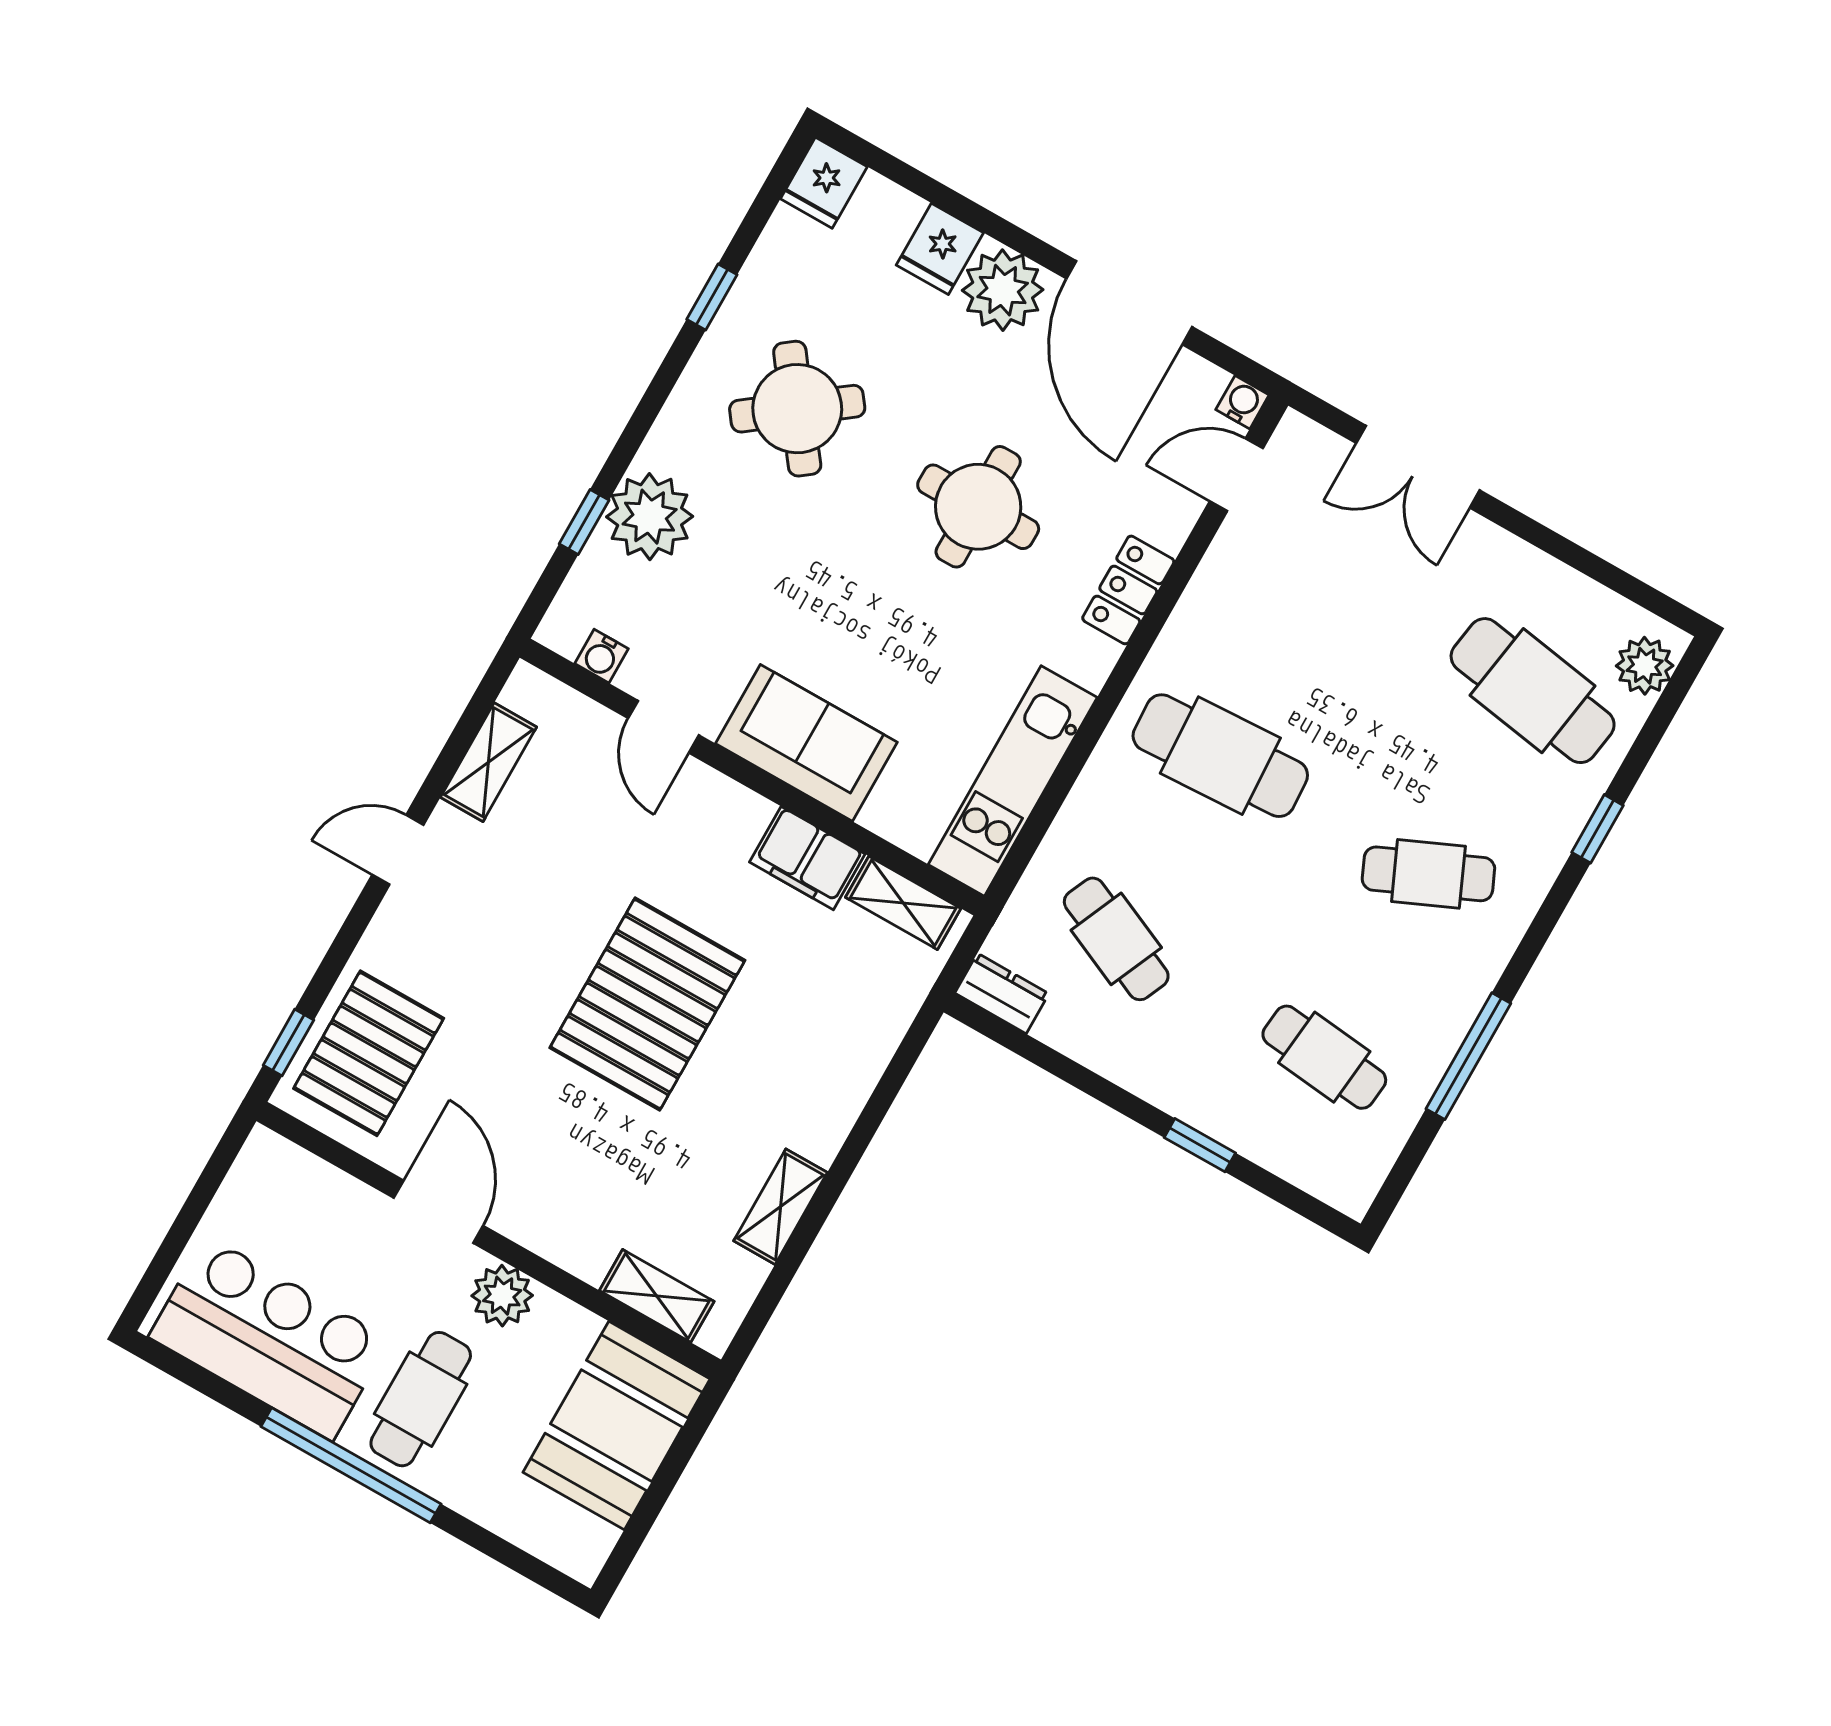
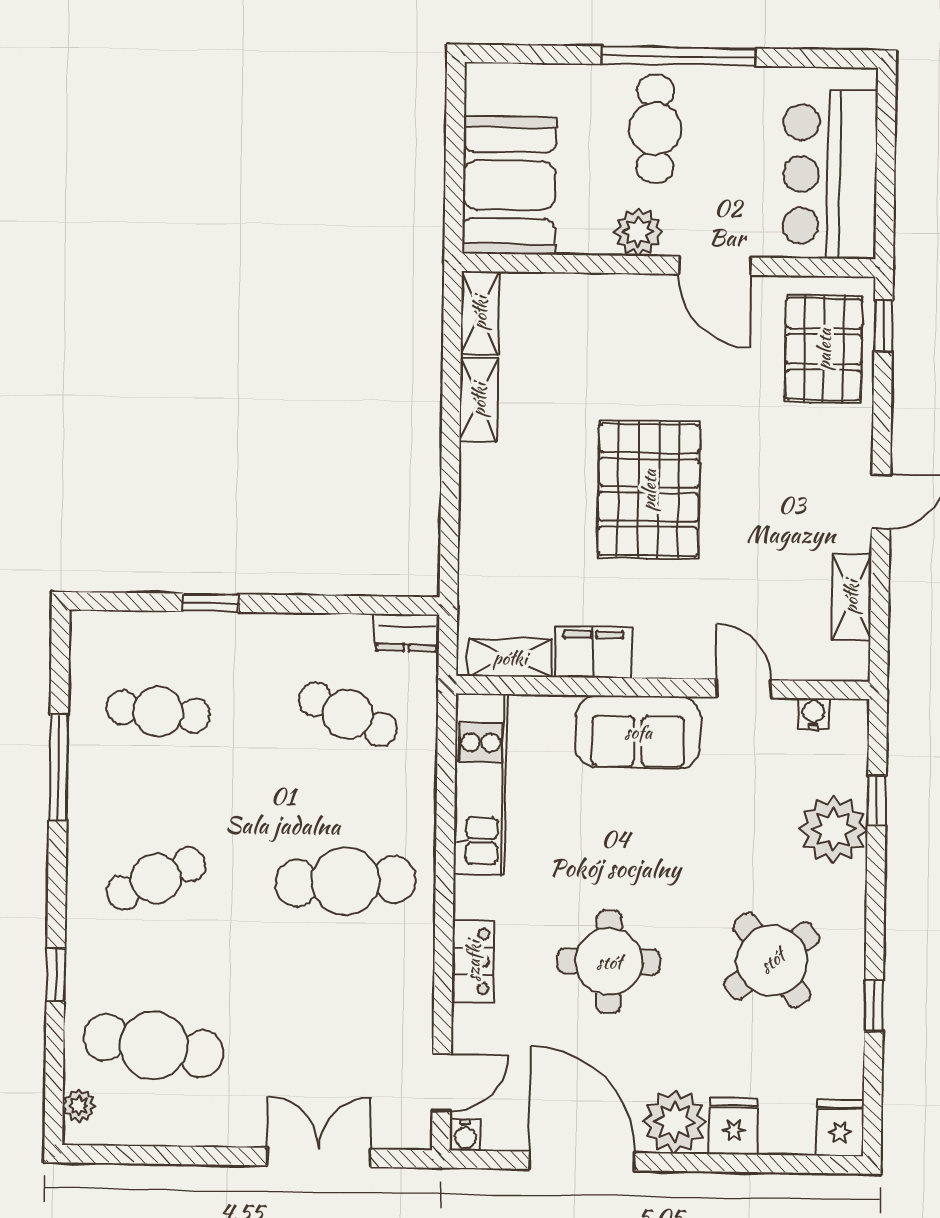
plant: (1645, 666) -> (79, 1106), width x0.73, depth x0.73
shelving: (657, 1296) -> (480, 313), moved, turned 90
bar counter: (269, 1338) -> (830, 174), moved, turned 90

